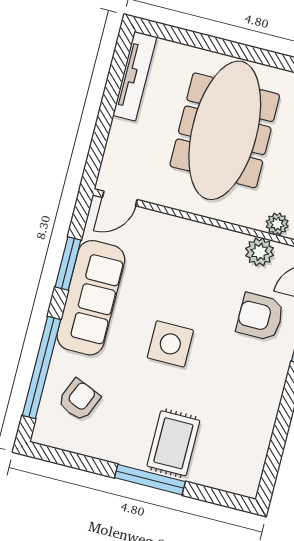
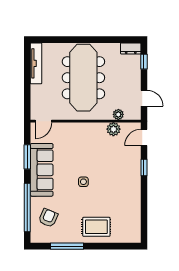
armchair: (260, 317) -> (121, 159), removed
side table: (170, 344) -> (83, 182), width x0.54, depth x0.54
rug: (173, 443) -> (96, 227), turned 90
window: (150, 480) -> (67, 246), moved

